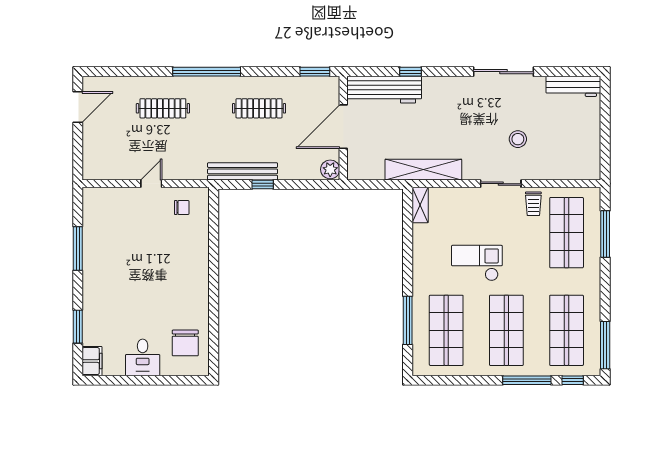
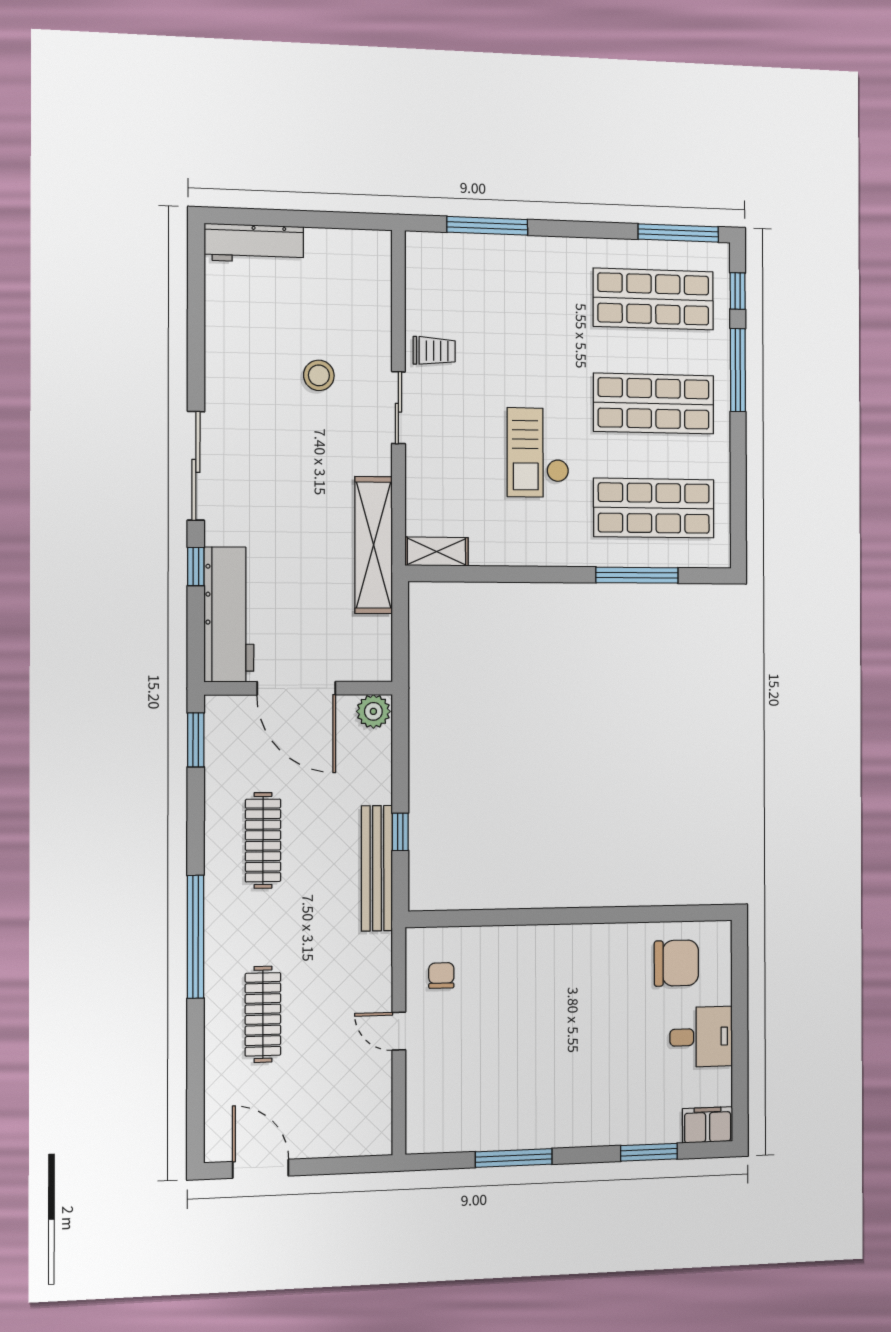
sliding door: (503, 72) -> (196, 466), moved
workbench: (573, 86) -> (254, 243), moved, turned 90
shop shelf: (567, 233) -> (485, 294), removed

